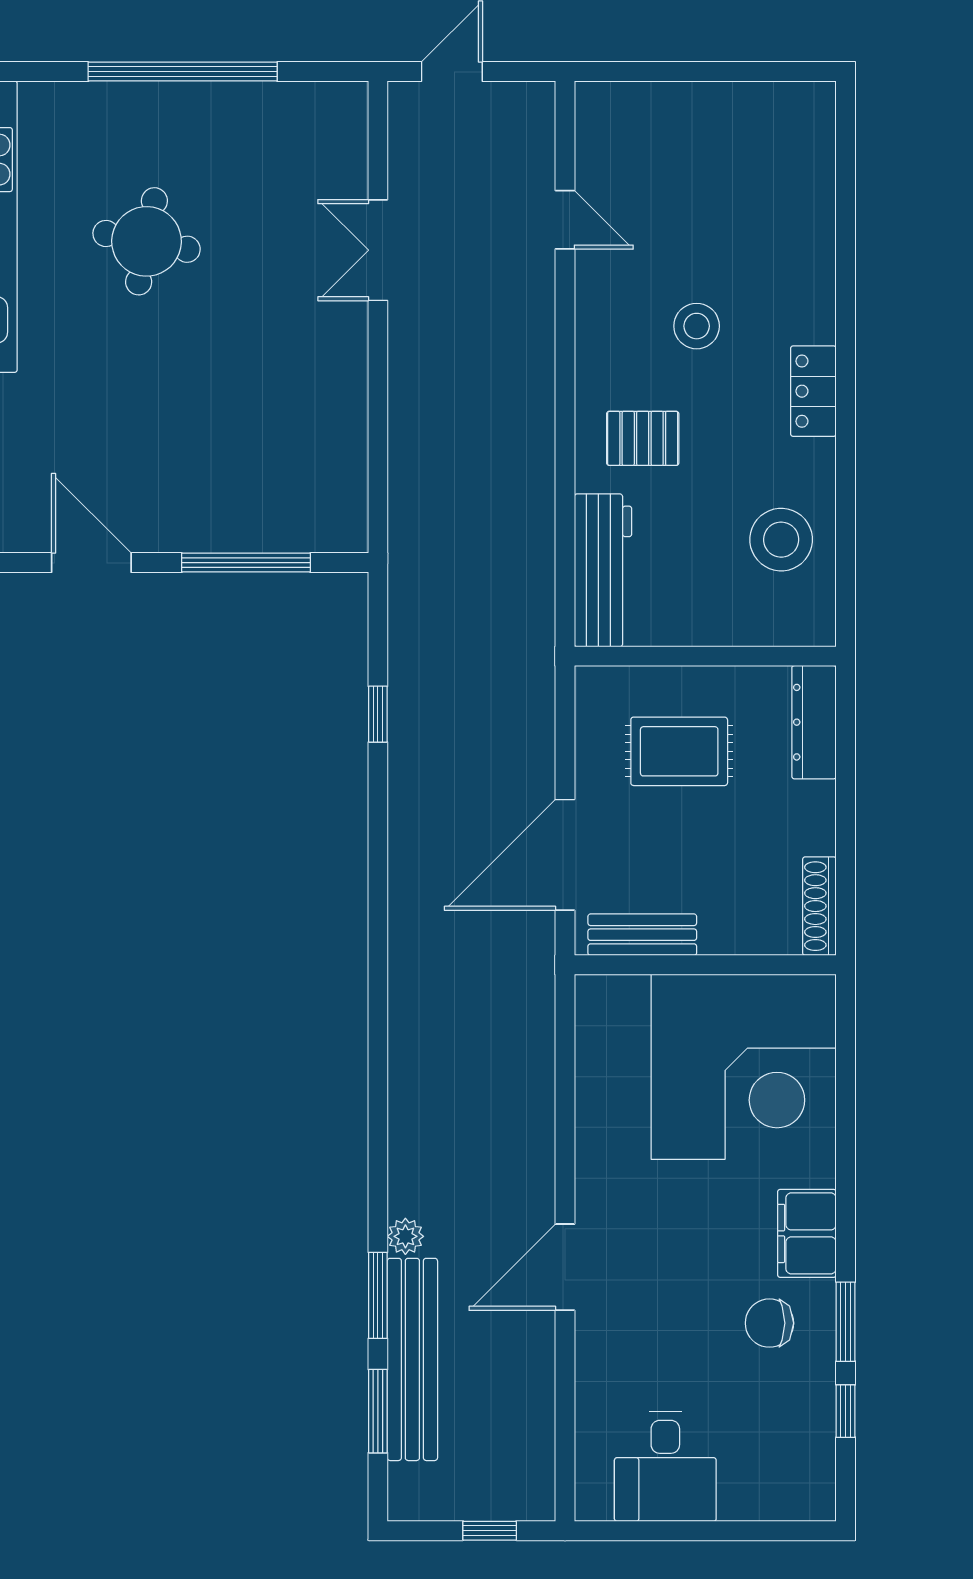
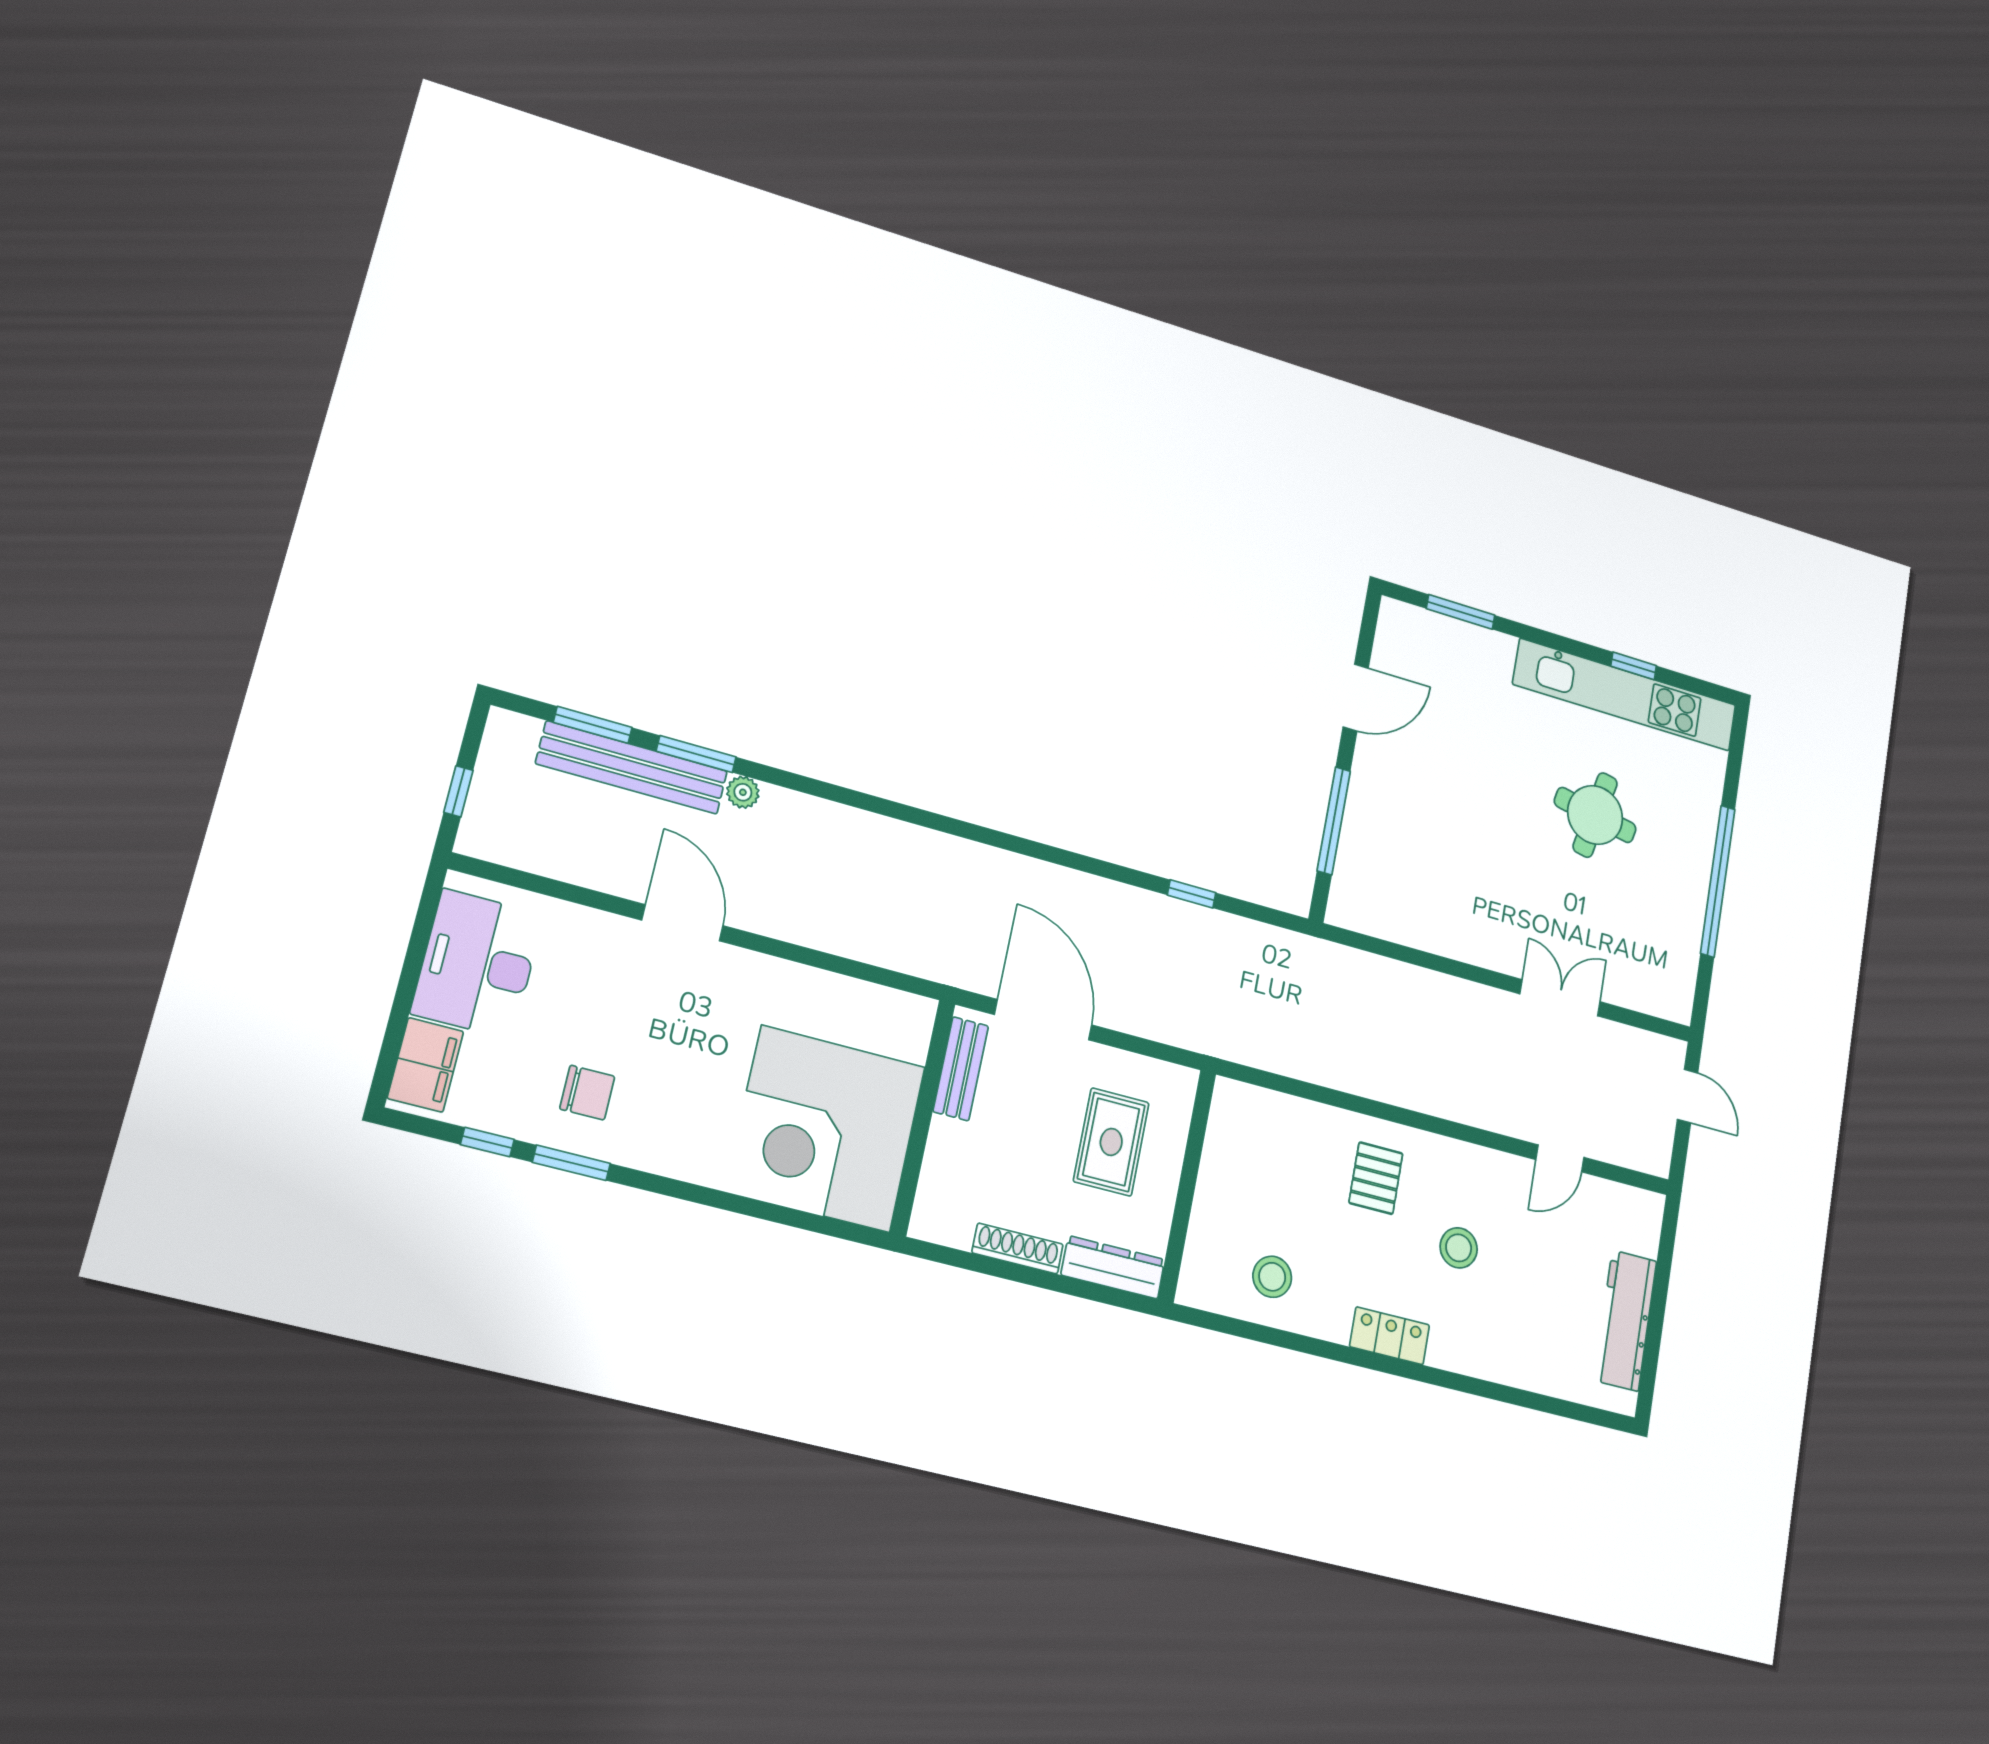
stool: (781, 540) -> (1272, 1277), width x0.73, depth x0.73
workbench: (603, 570) -> (1625, 1320), moved, turned 90
shoe rack: (819, 906) -> (1018, 1249), moved
filing cabinet: (807, 1233) -> (425, 1065), moved, turned 90
chair: (769, 1323) -> (587, 1093), turned 90
desk: (665, 1466) -> (477, 964), width x1.37

